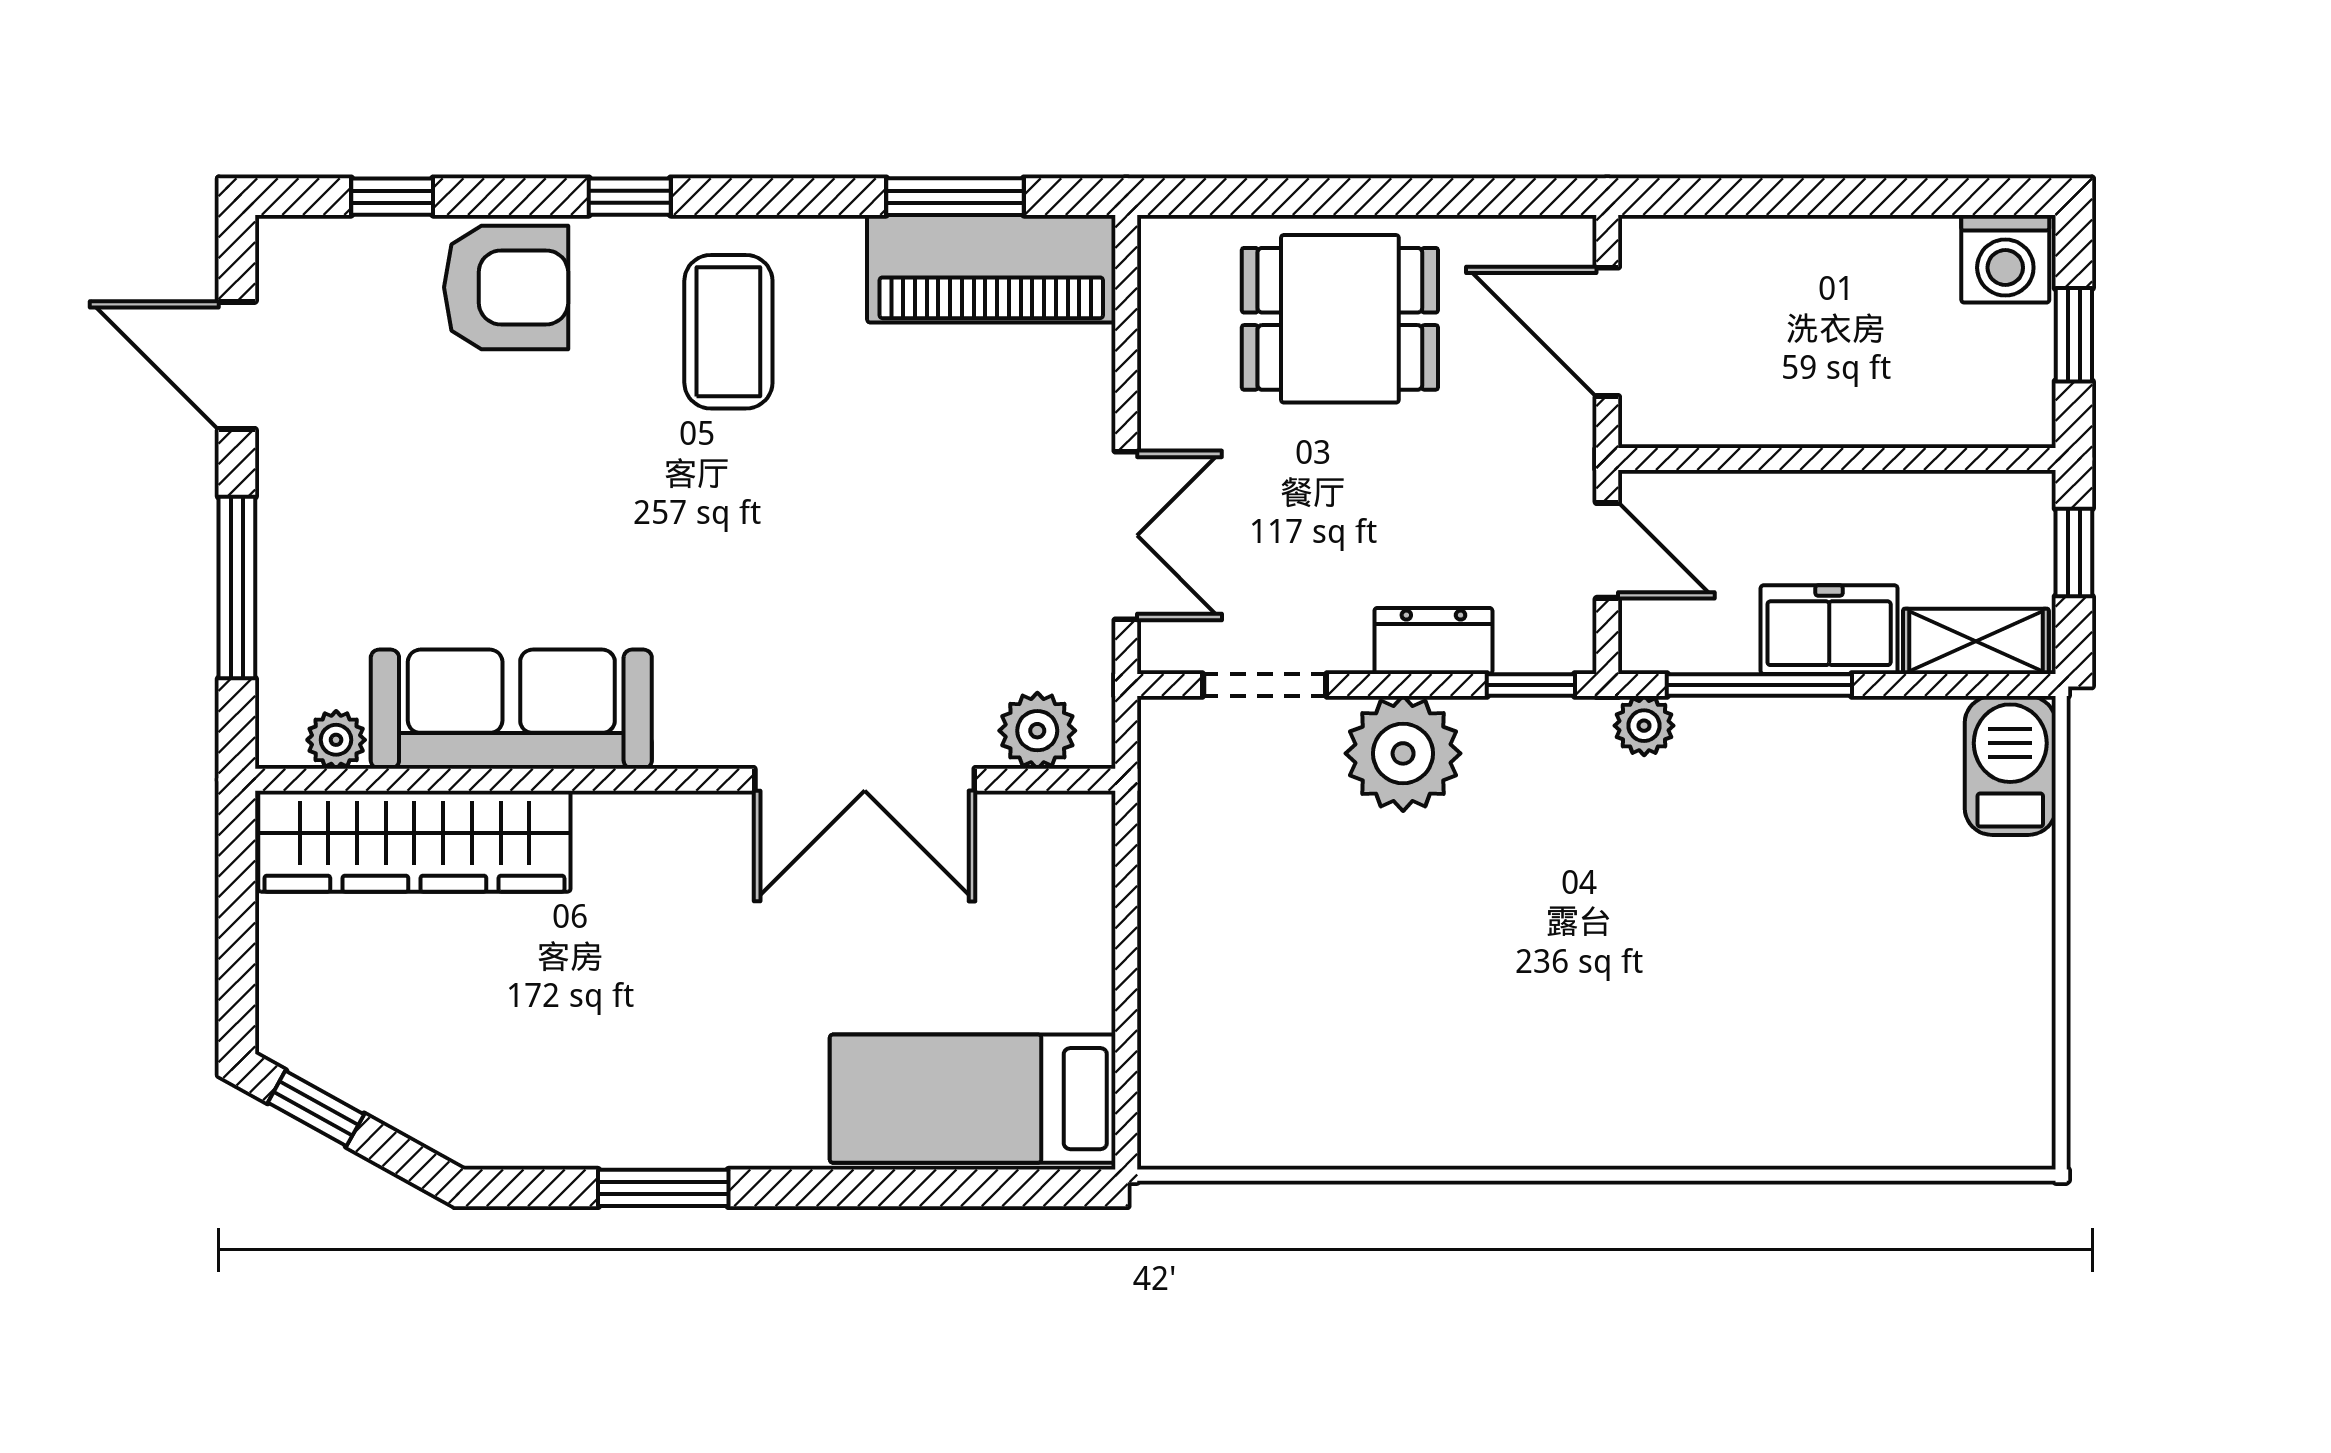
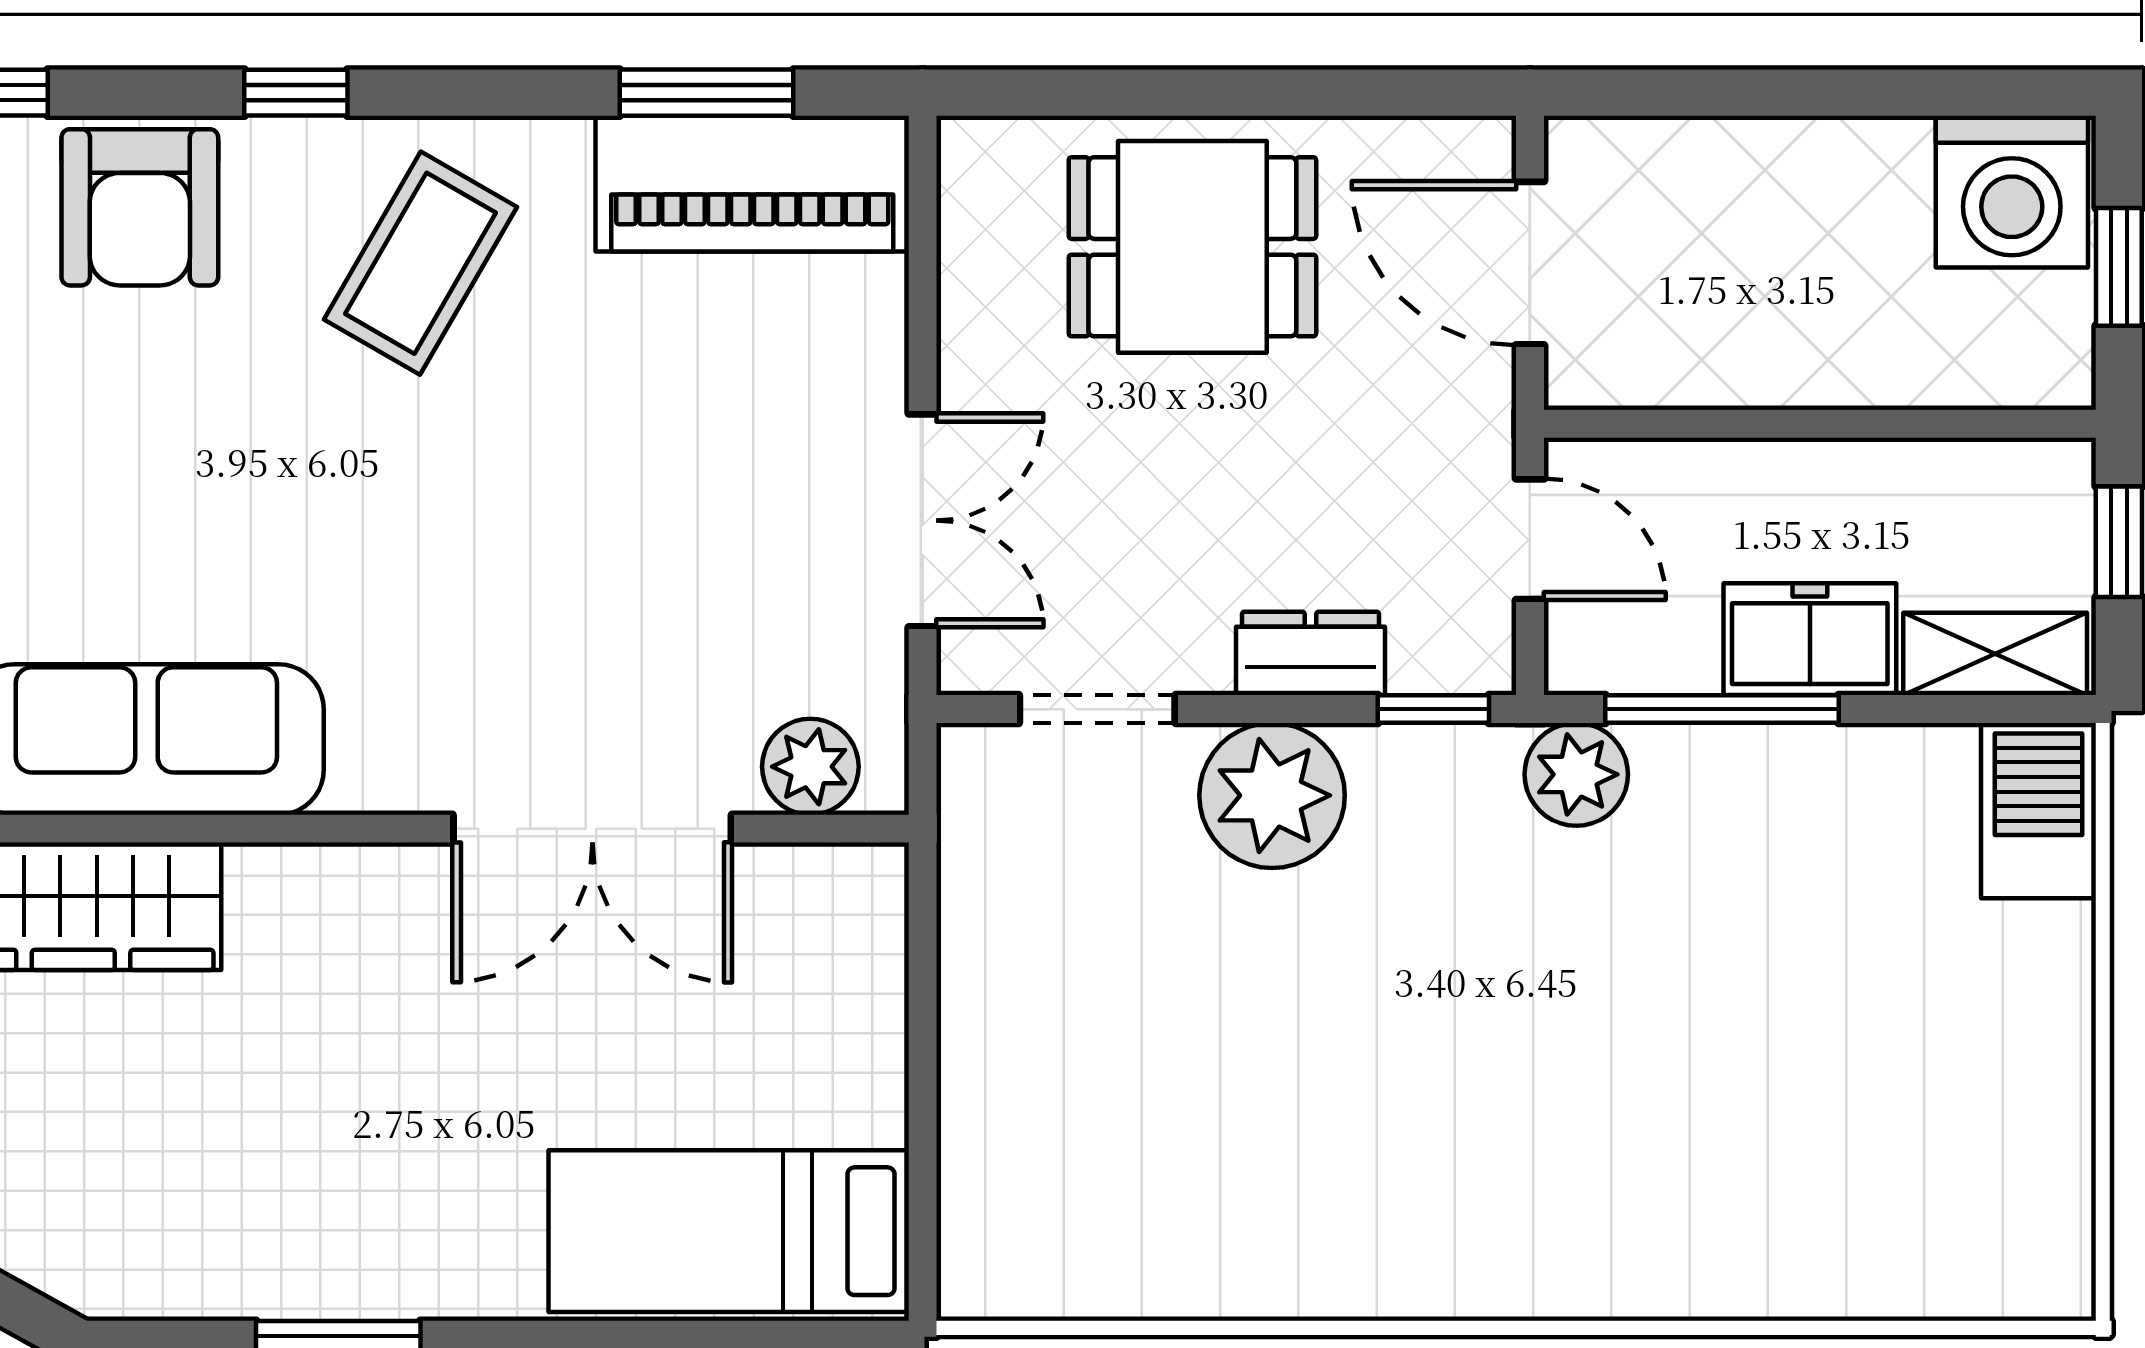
washing machine: (2005, 259) -> (2012, 192), width x1.37, depth x1.37
armchair: (506, 287) -> (140, 207), turned 90
coffee table: (728, 332) -> (420, 263), turned 30
plant: (1644, 726) -> (1576, 774), width x1.38, depth x1.38

